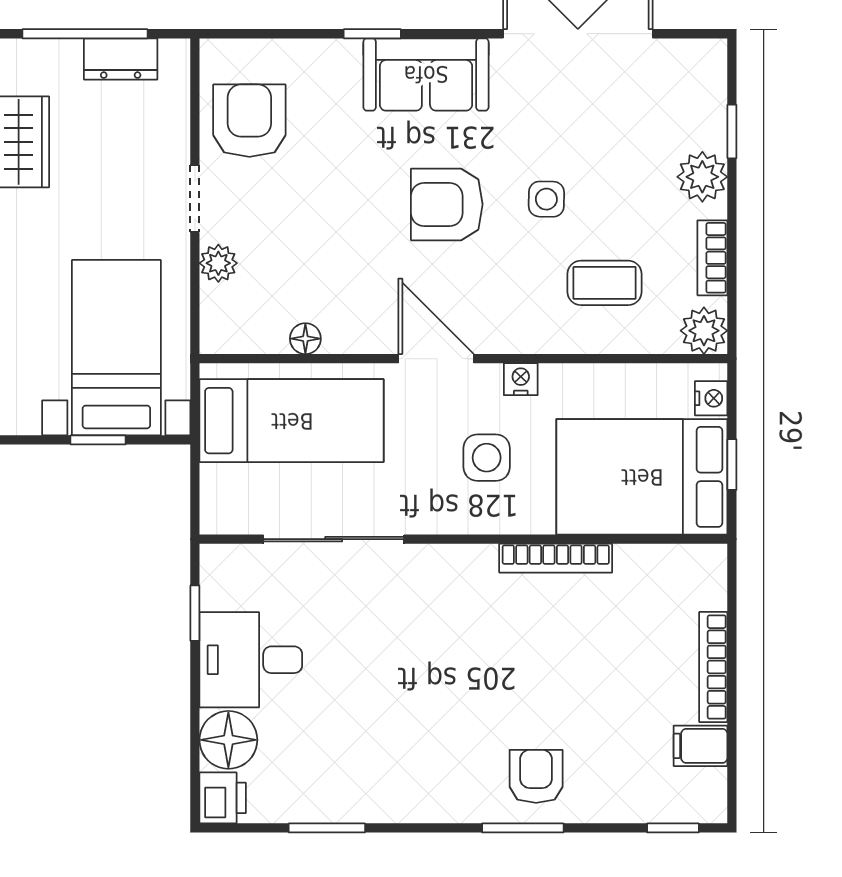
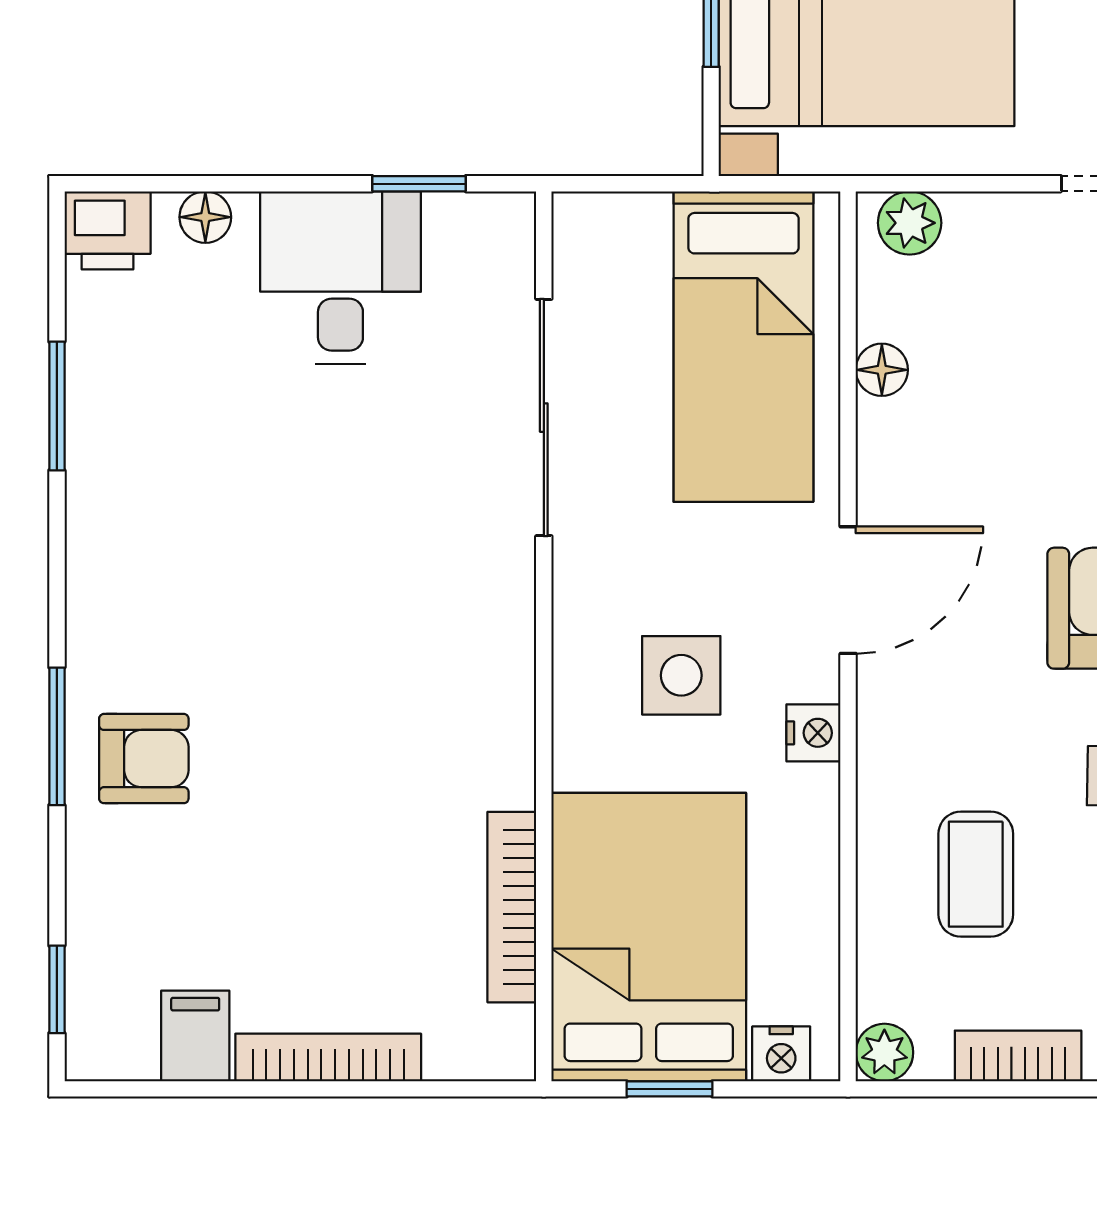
plant: (218, 263) -> (910, 223), moved
plant: (704, 331) -> (884, 1052), width x0.73, depth x0.73
bookcase: (556, 558) -> (512, 907), moved
floor lamp: (228, 740) -> (205, 217), width x0.53, depth x0.53

